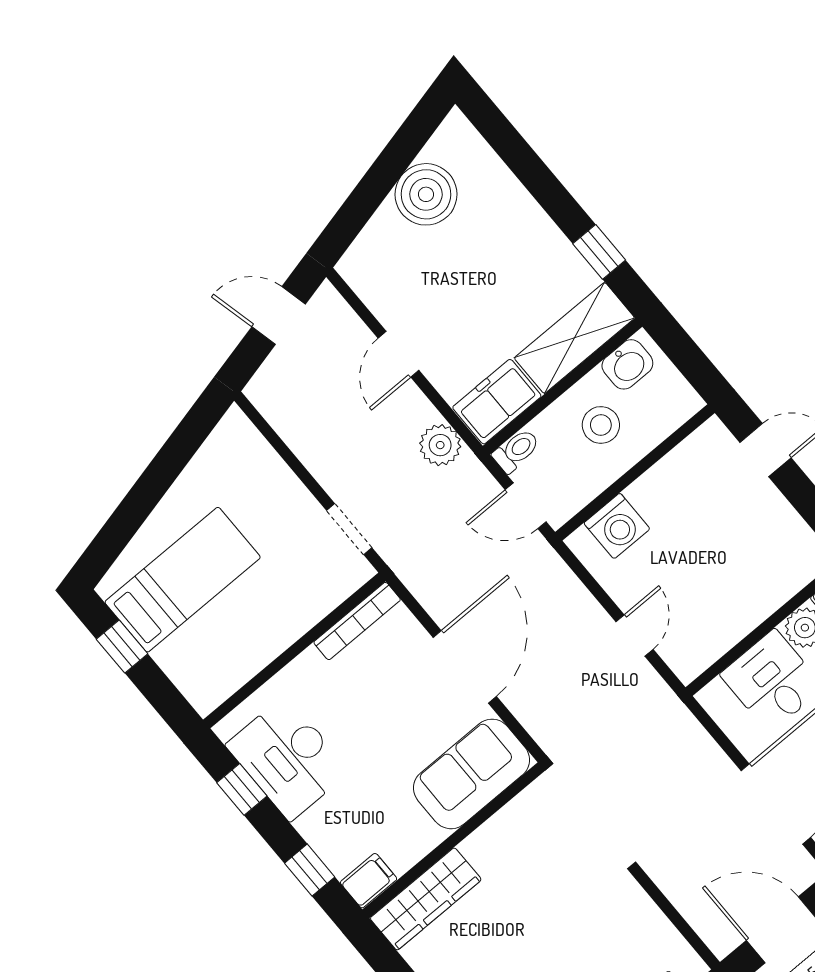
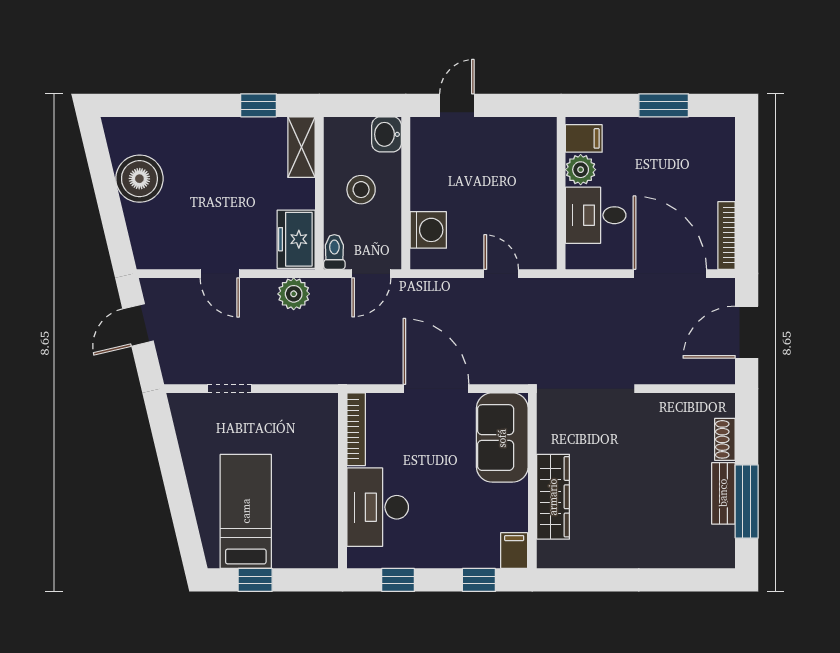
shelving: (574, 338) -> (301, 147), width x0.67, depth x0.75
washbasin: (627, 364) -> (387, 134), moved, turned 180
doorway: (349, 529) -> (230, 389), moved
desk: (288, 758) -> (378, 507), moved, turned 90
wardrobe: (426, 899) -> (553, 497), moved

